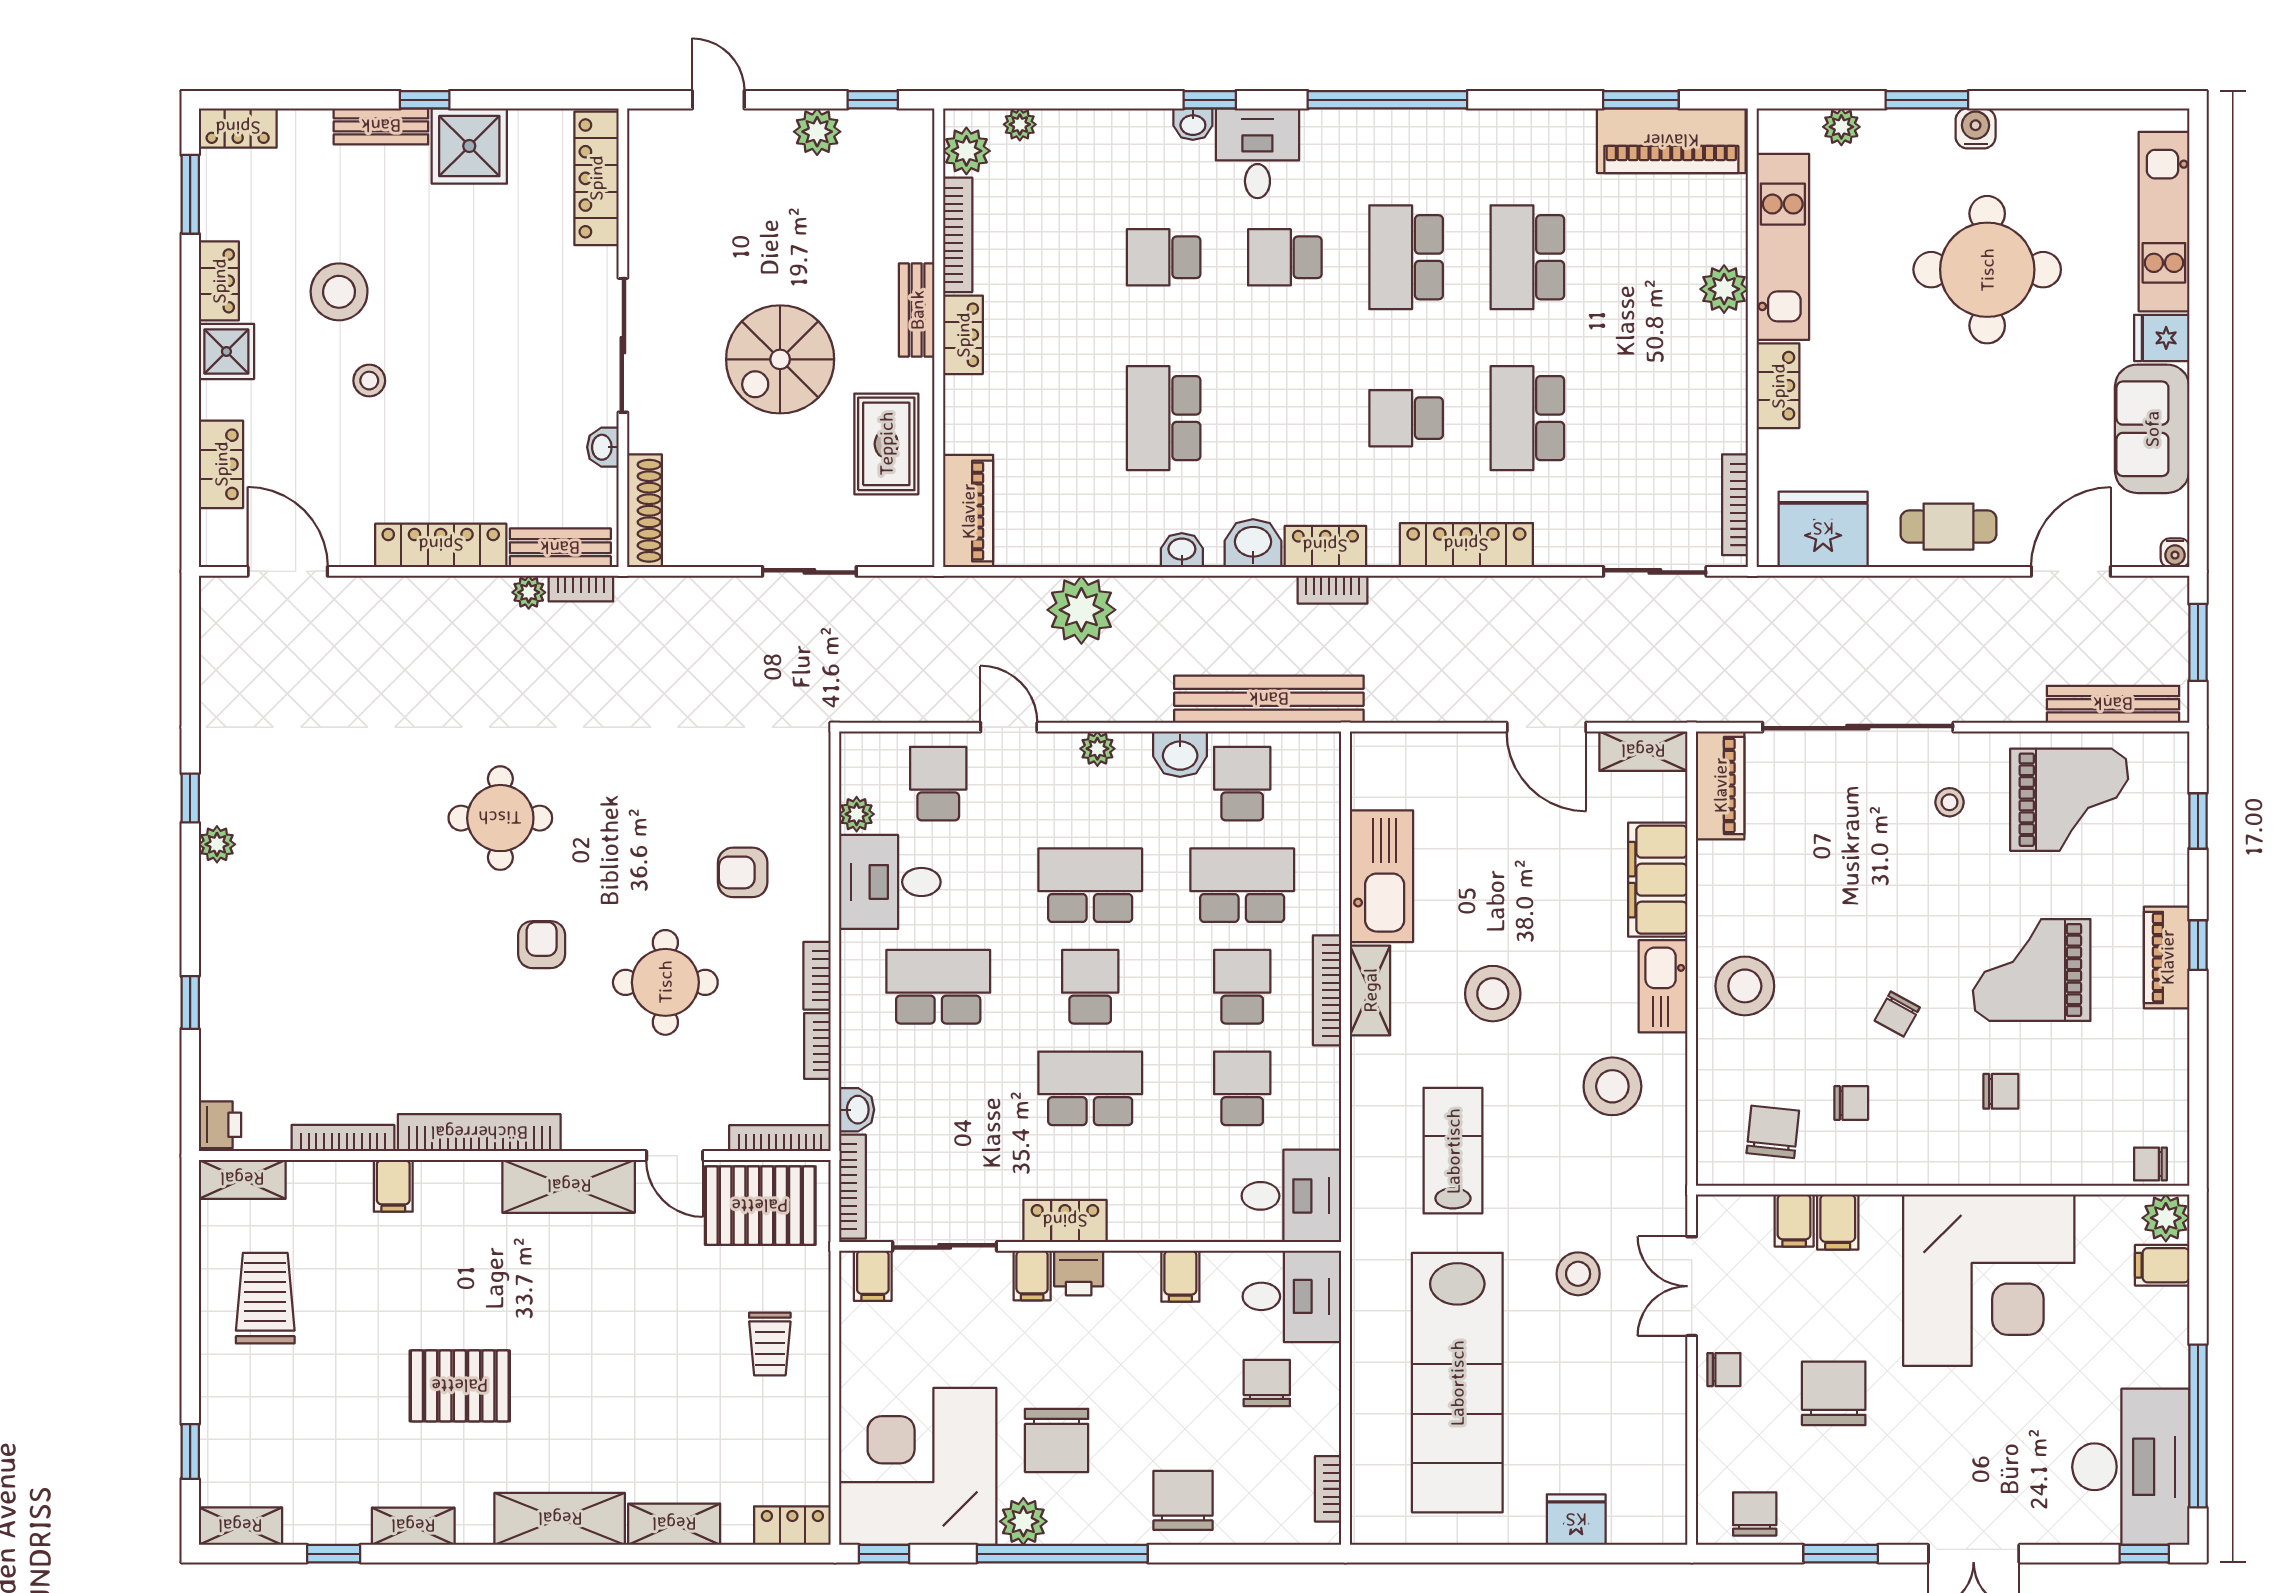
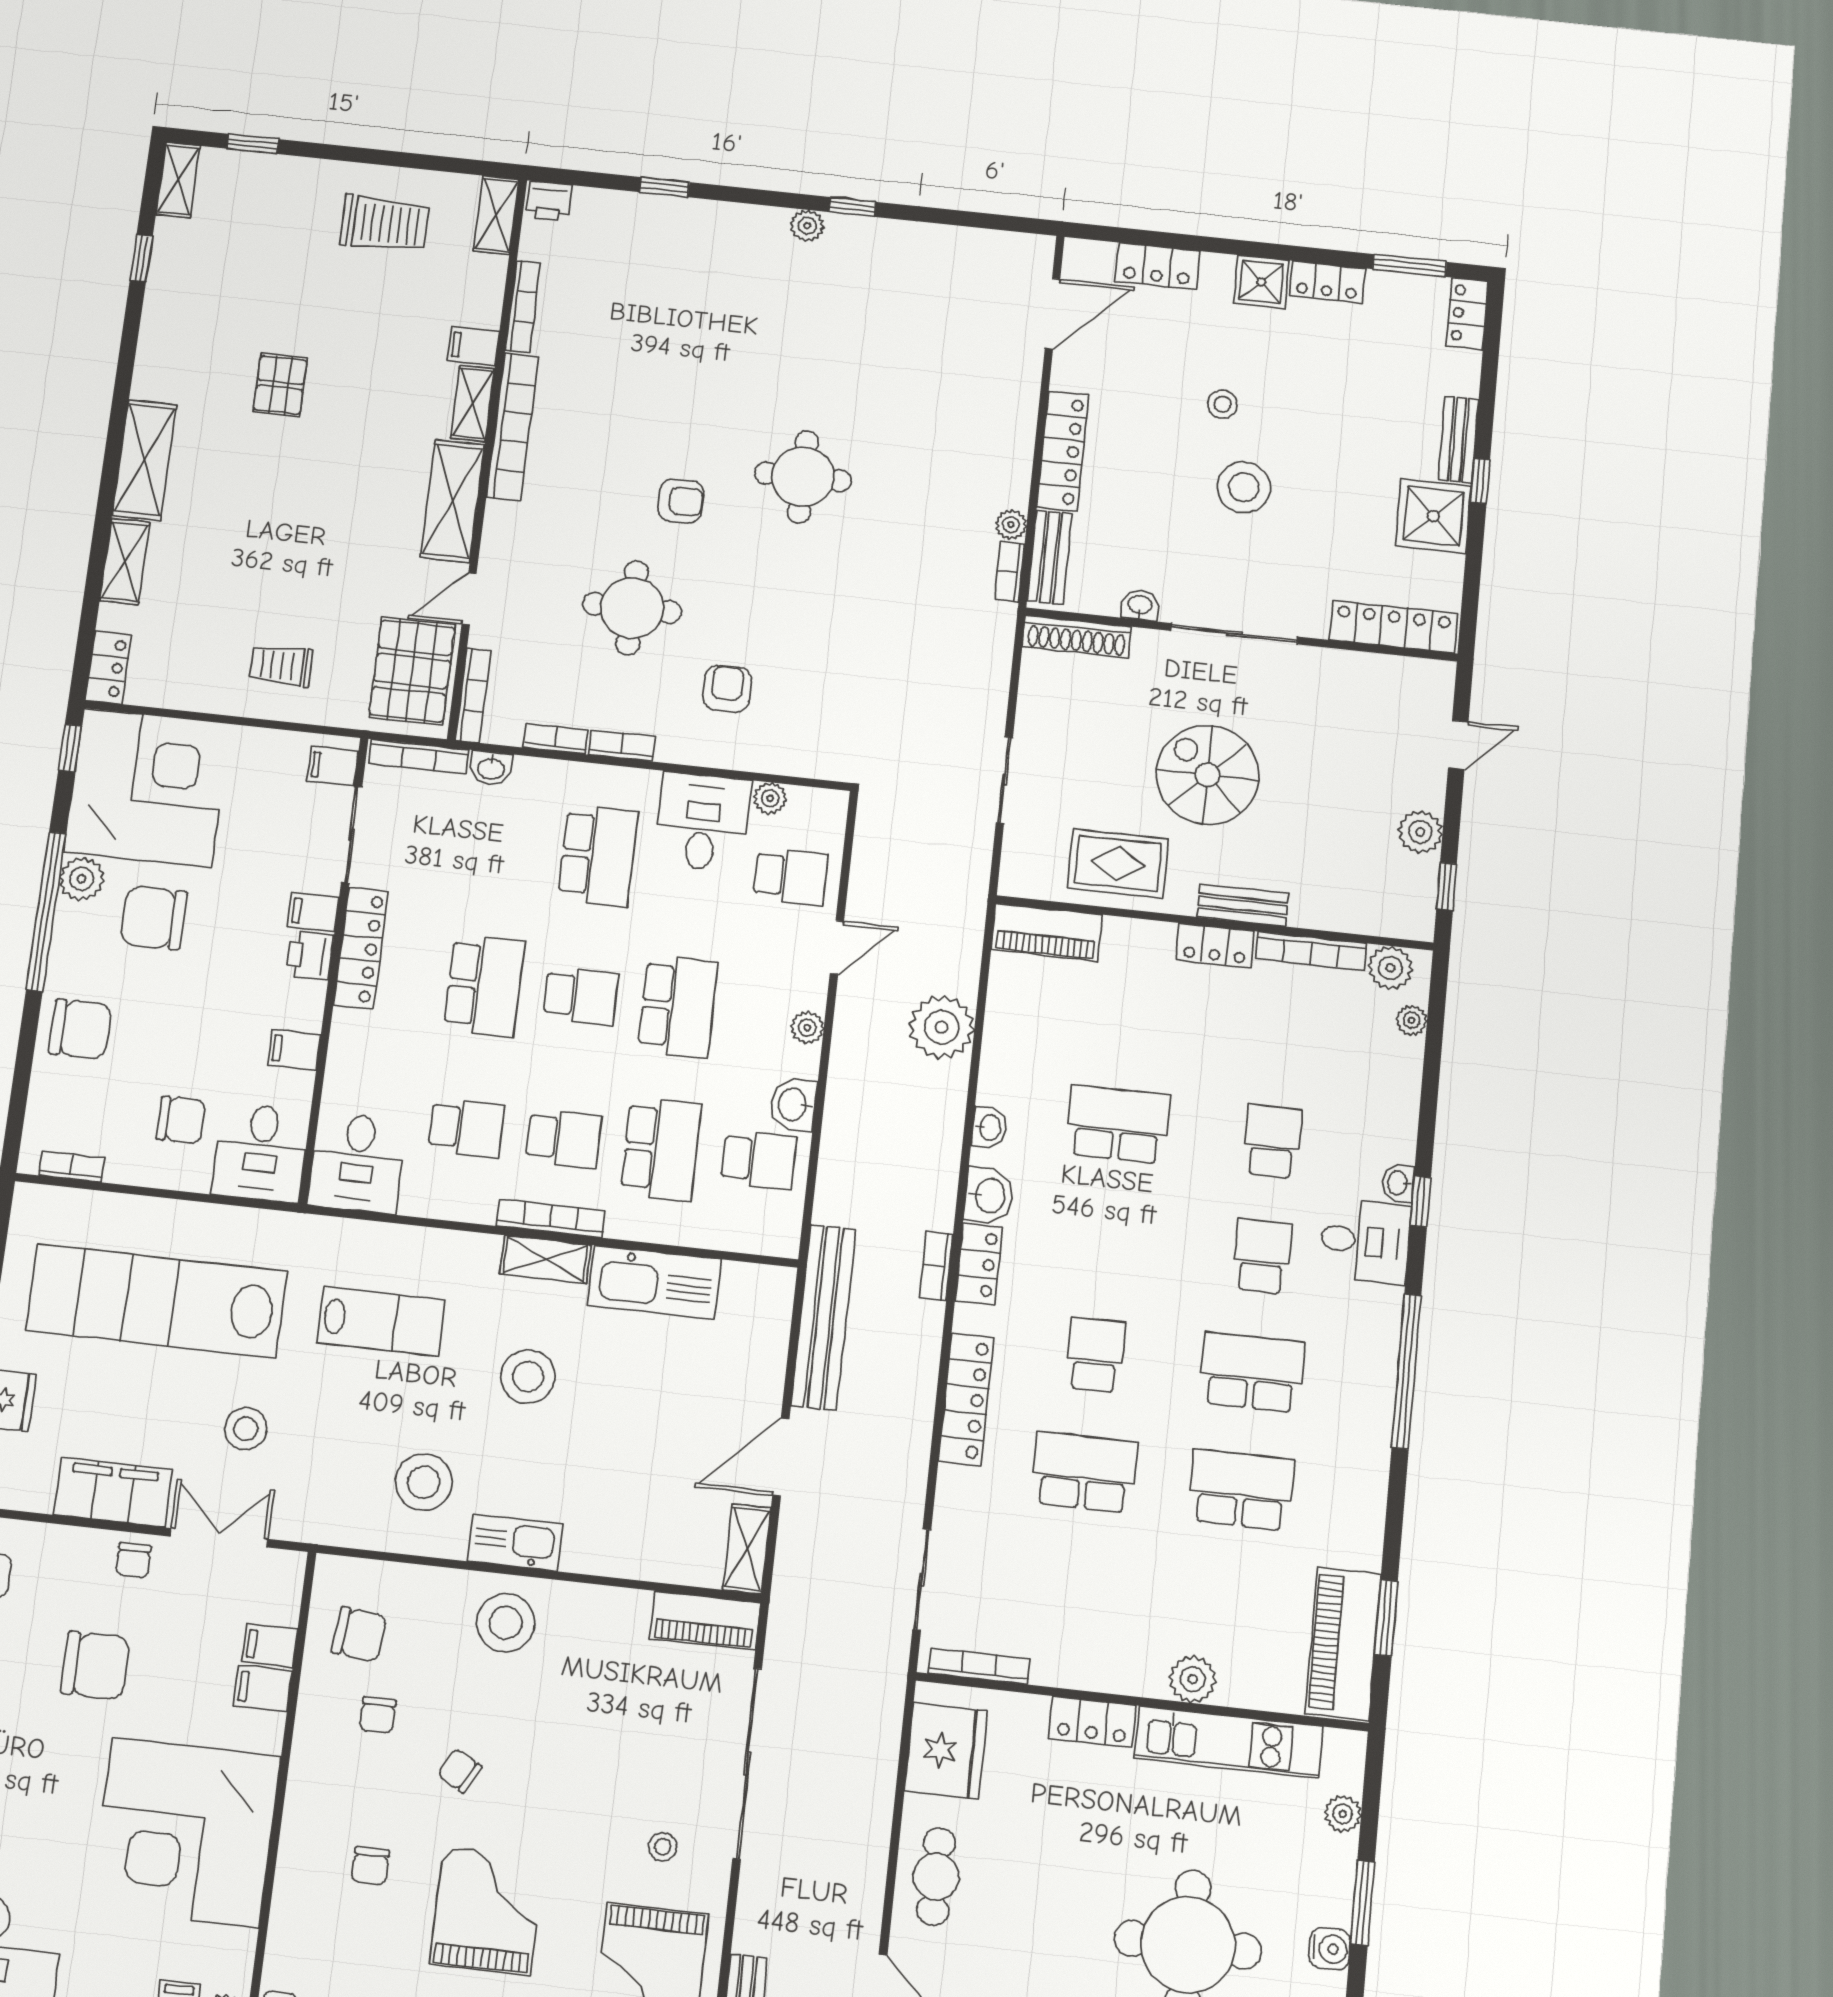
stool: (339, 292) -> (1244, 487), moved
bench: (1269, 699) -> (824, 1317), moved
filing cabinet: (1658, 880) -> (113, 1492), moved
locker: (1065, 1221) -> (361, 948), width x1.53
pallet: (460, 1386) -> (280, 385), width x0.67, depth x0.71
shelving: (413, 1526) -> (473, 403), moved

